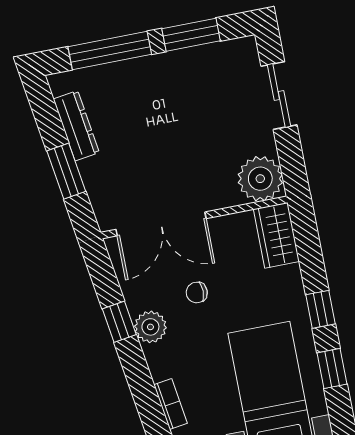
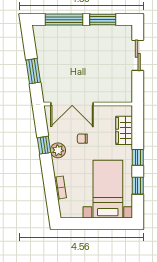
dresser: (76, 126) -> (42, 51), removed
plant: (260, 179) -> (122, 92), removed
wardrobe: (276, 235) -> (124, 130), moved

